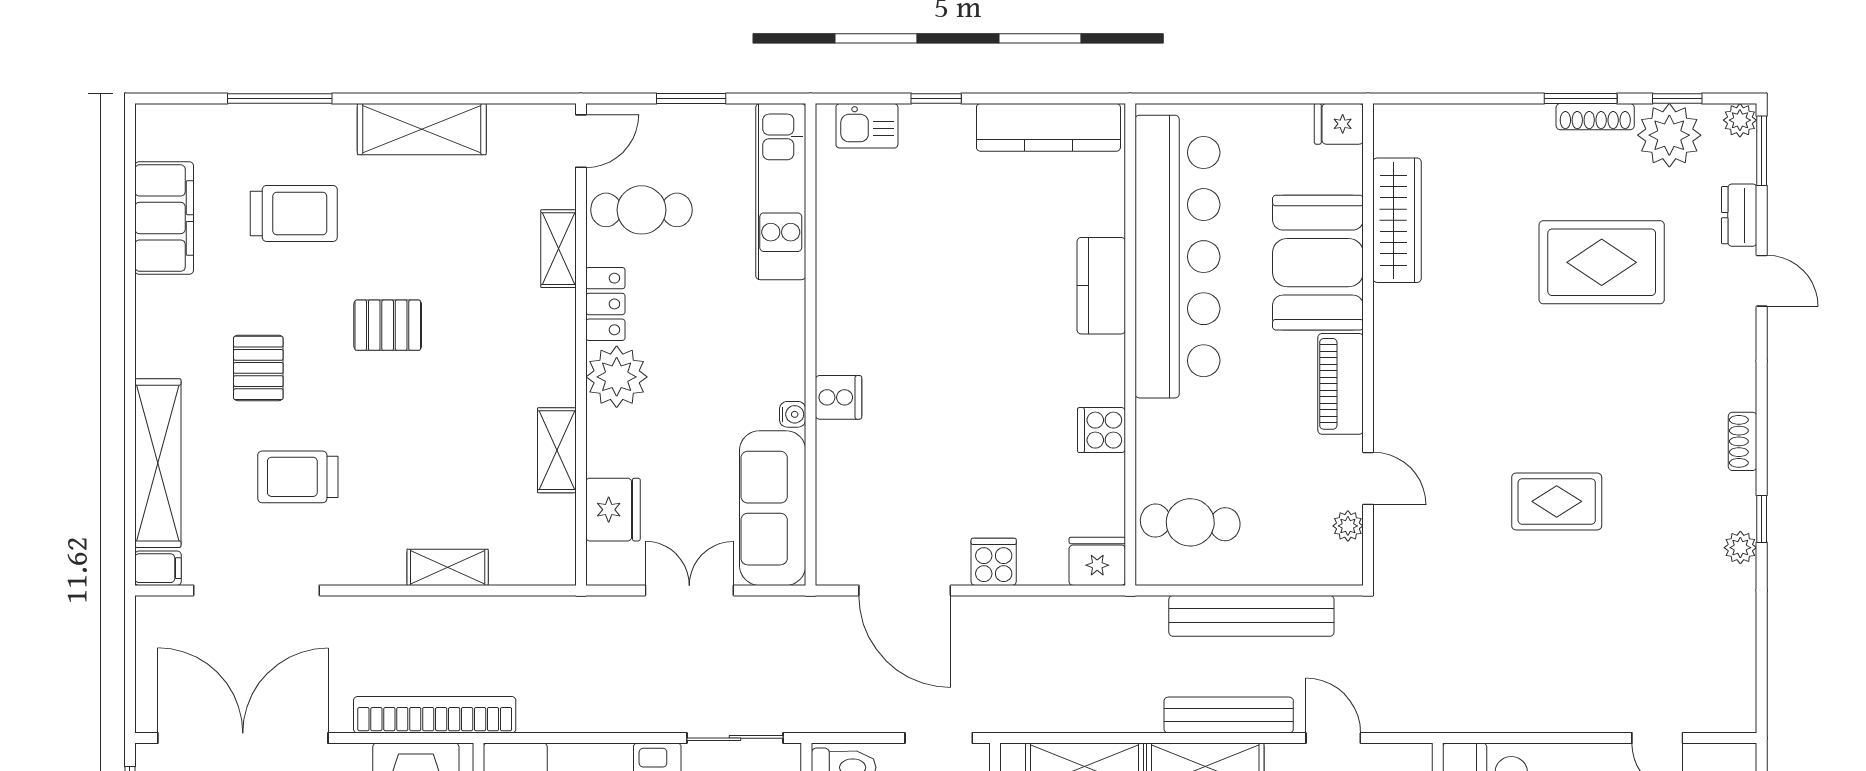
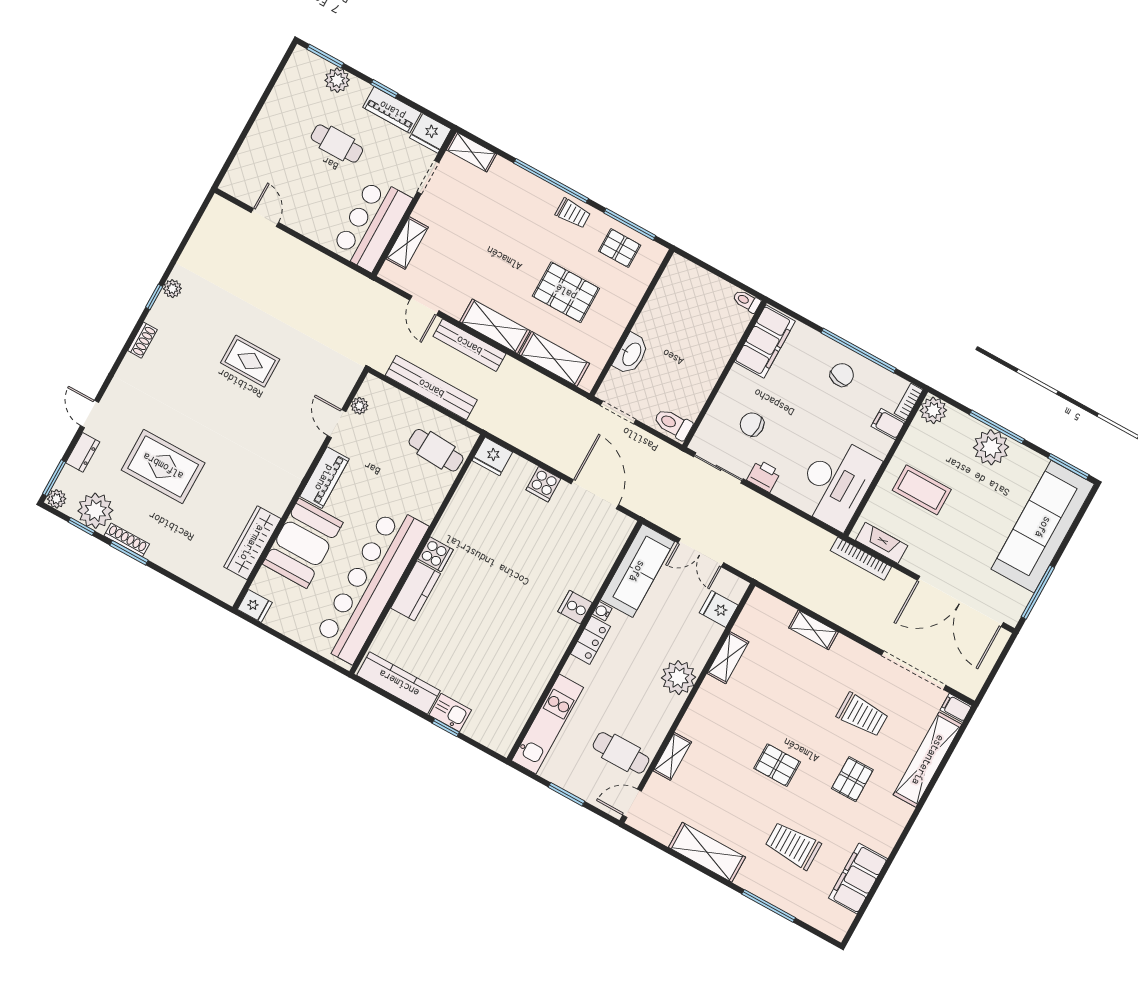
kitchen sink: (867, 126) -> (450, 713), moved
locker: (605, 304) -> (591, 640), moved, turned 180
cooker: (1101, 430) -> (436, 554), moved
fridge: (613, 510) -> (719, 609), width x0.72
bookcase: (435, 715) -> (861, 559), width x0.68, depth x0.76

